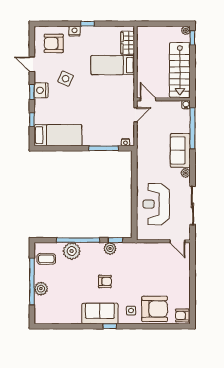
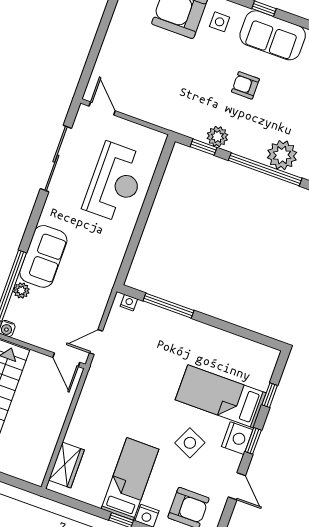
bed: (113, 65) -> (130, 479), moved, turned -90
bed: (58, 135) -> (221, 396), moved
plant: (186, 173) -> (21, 290), moved

